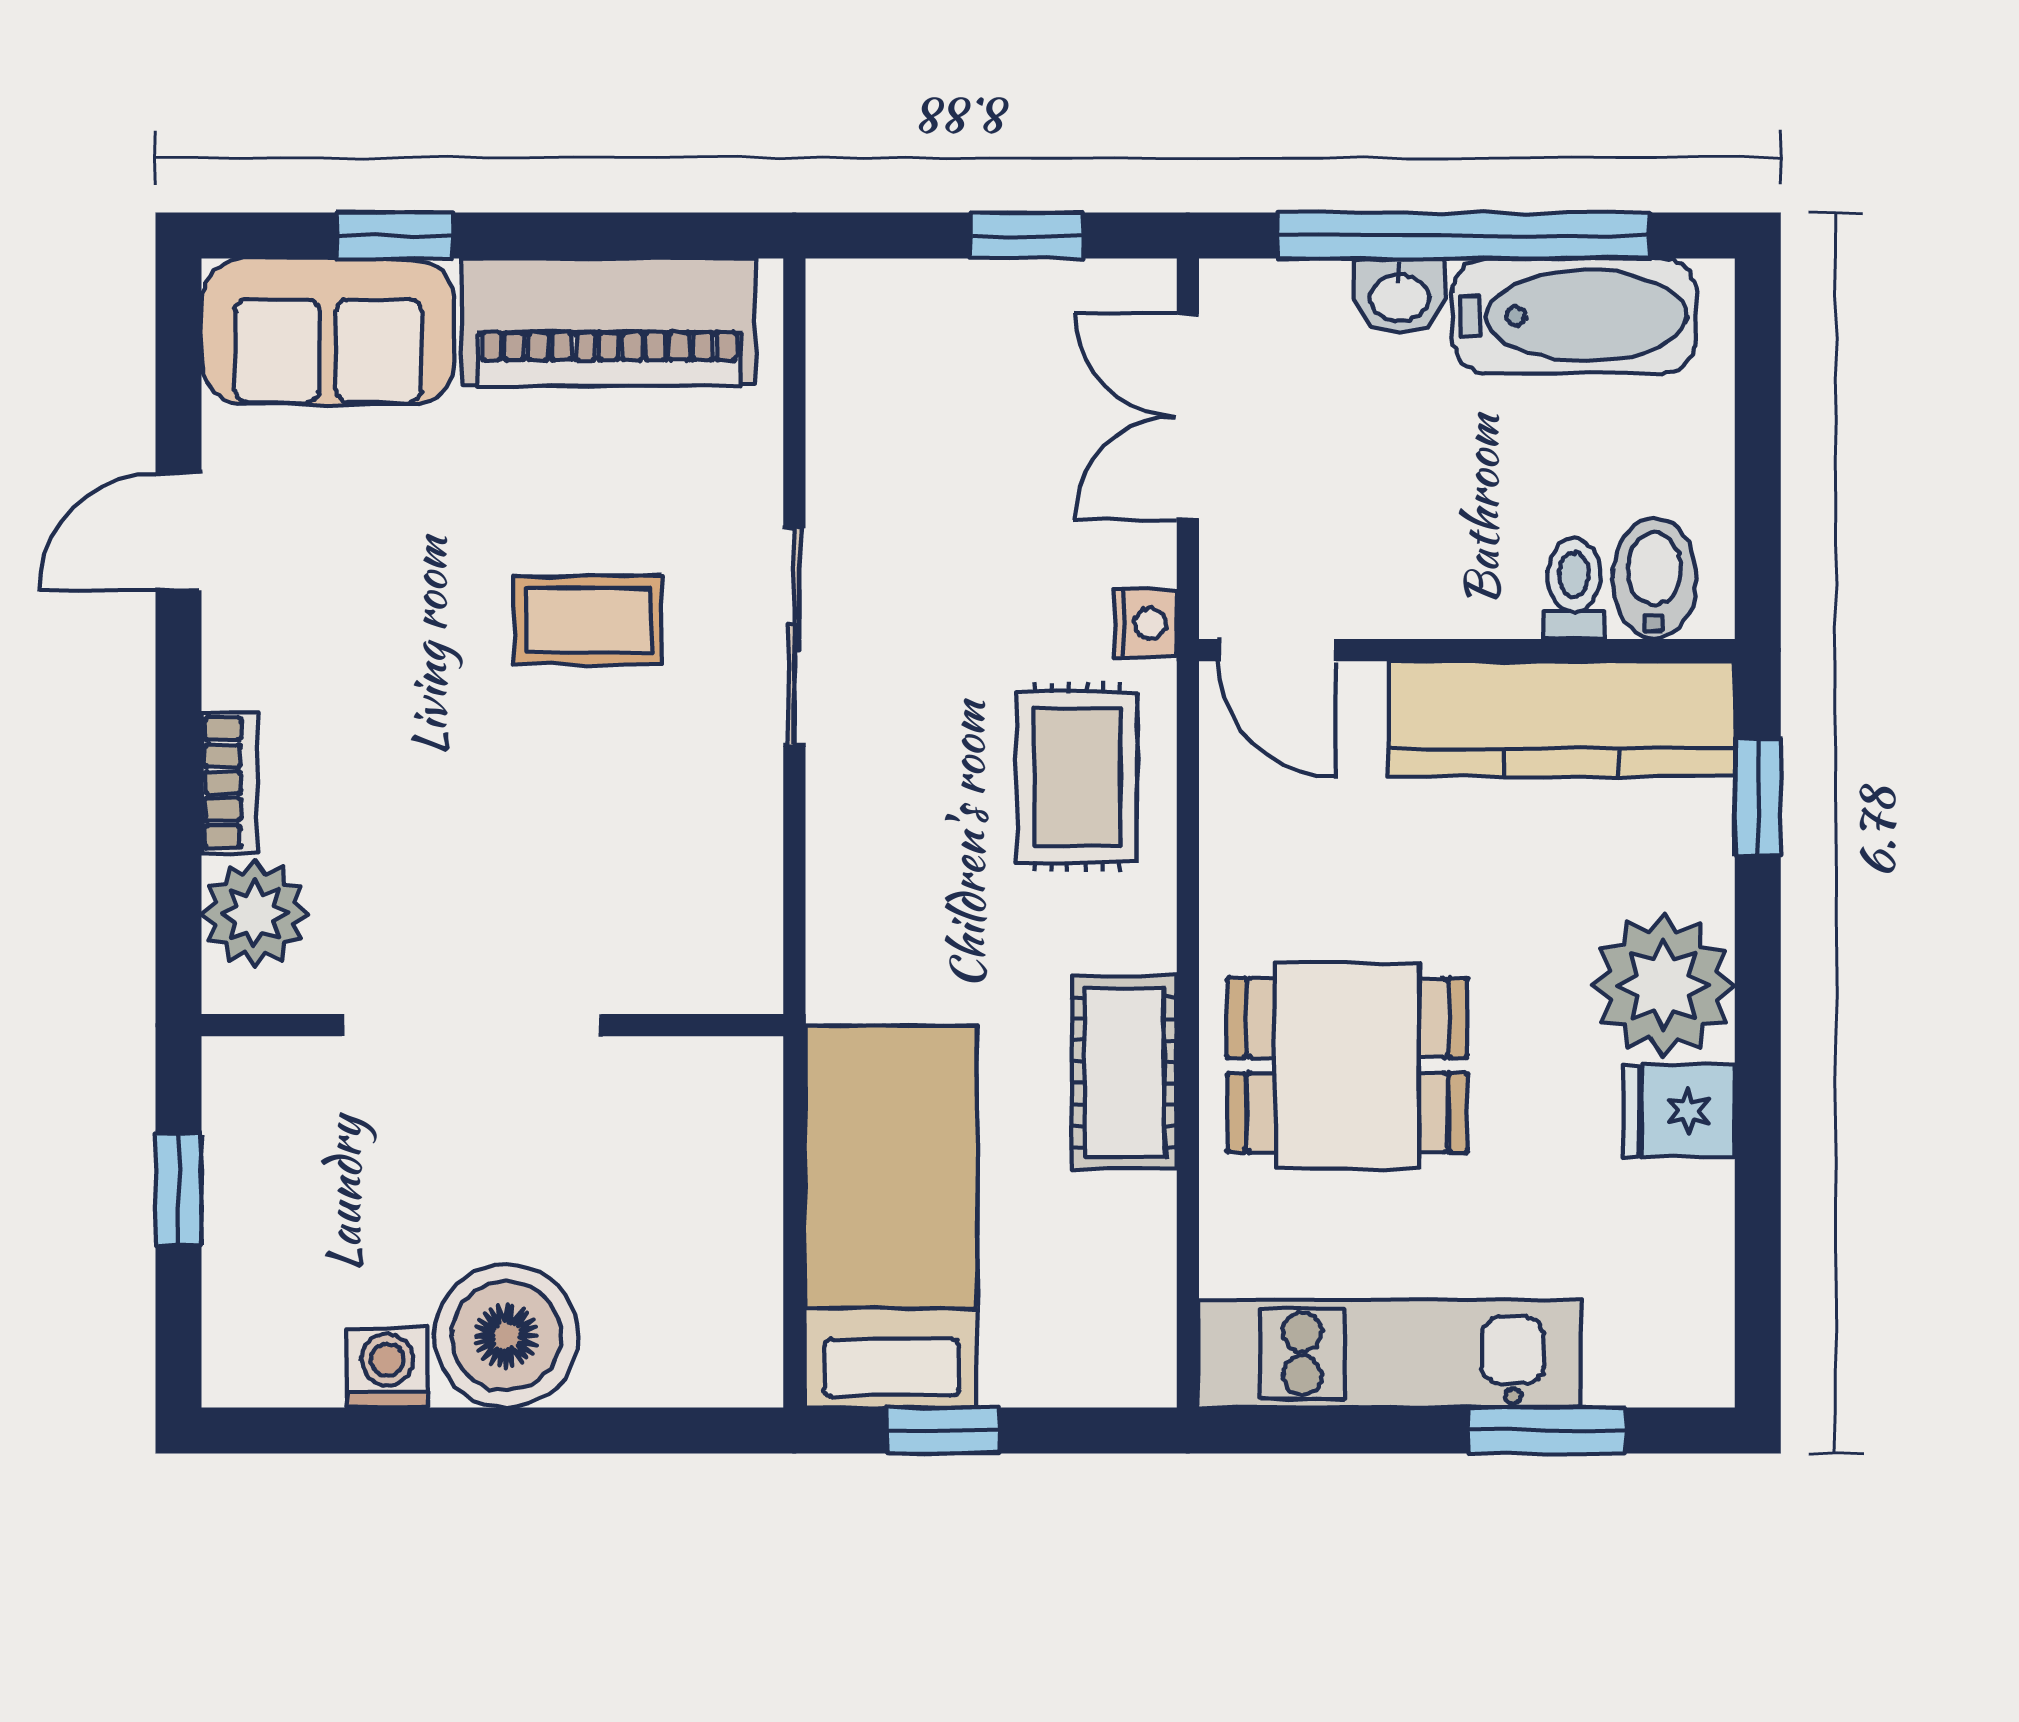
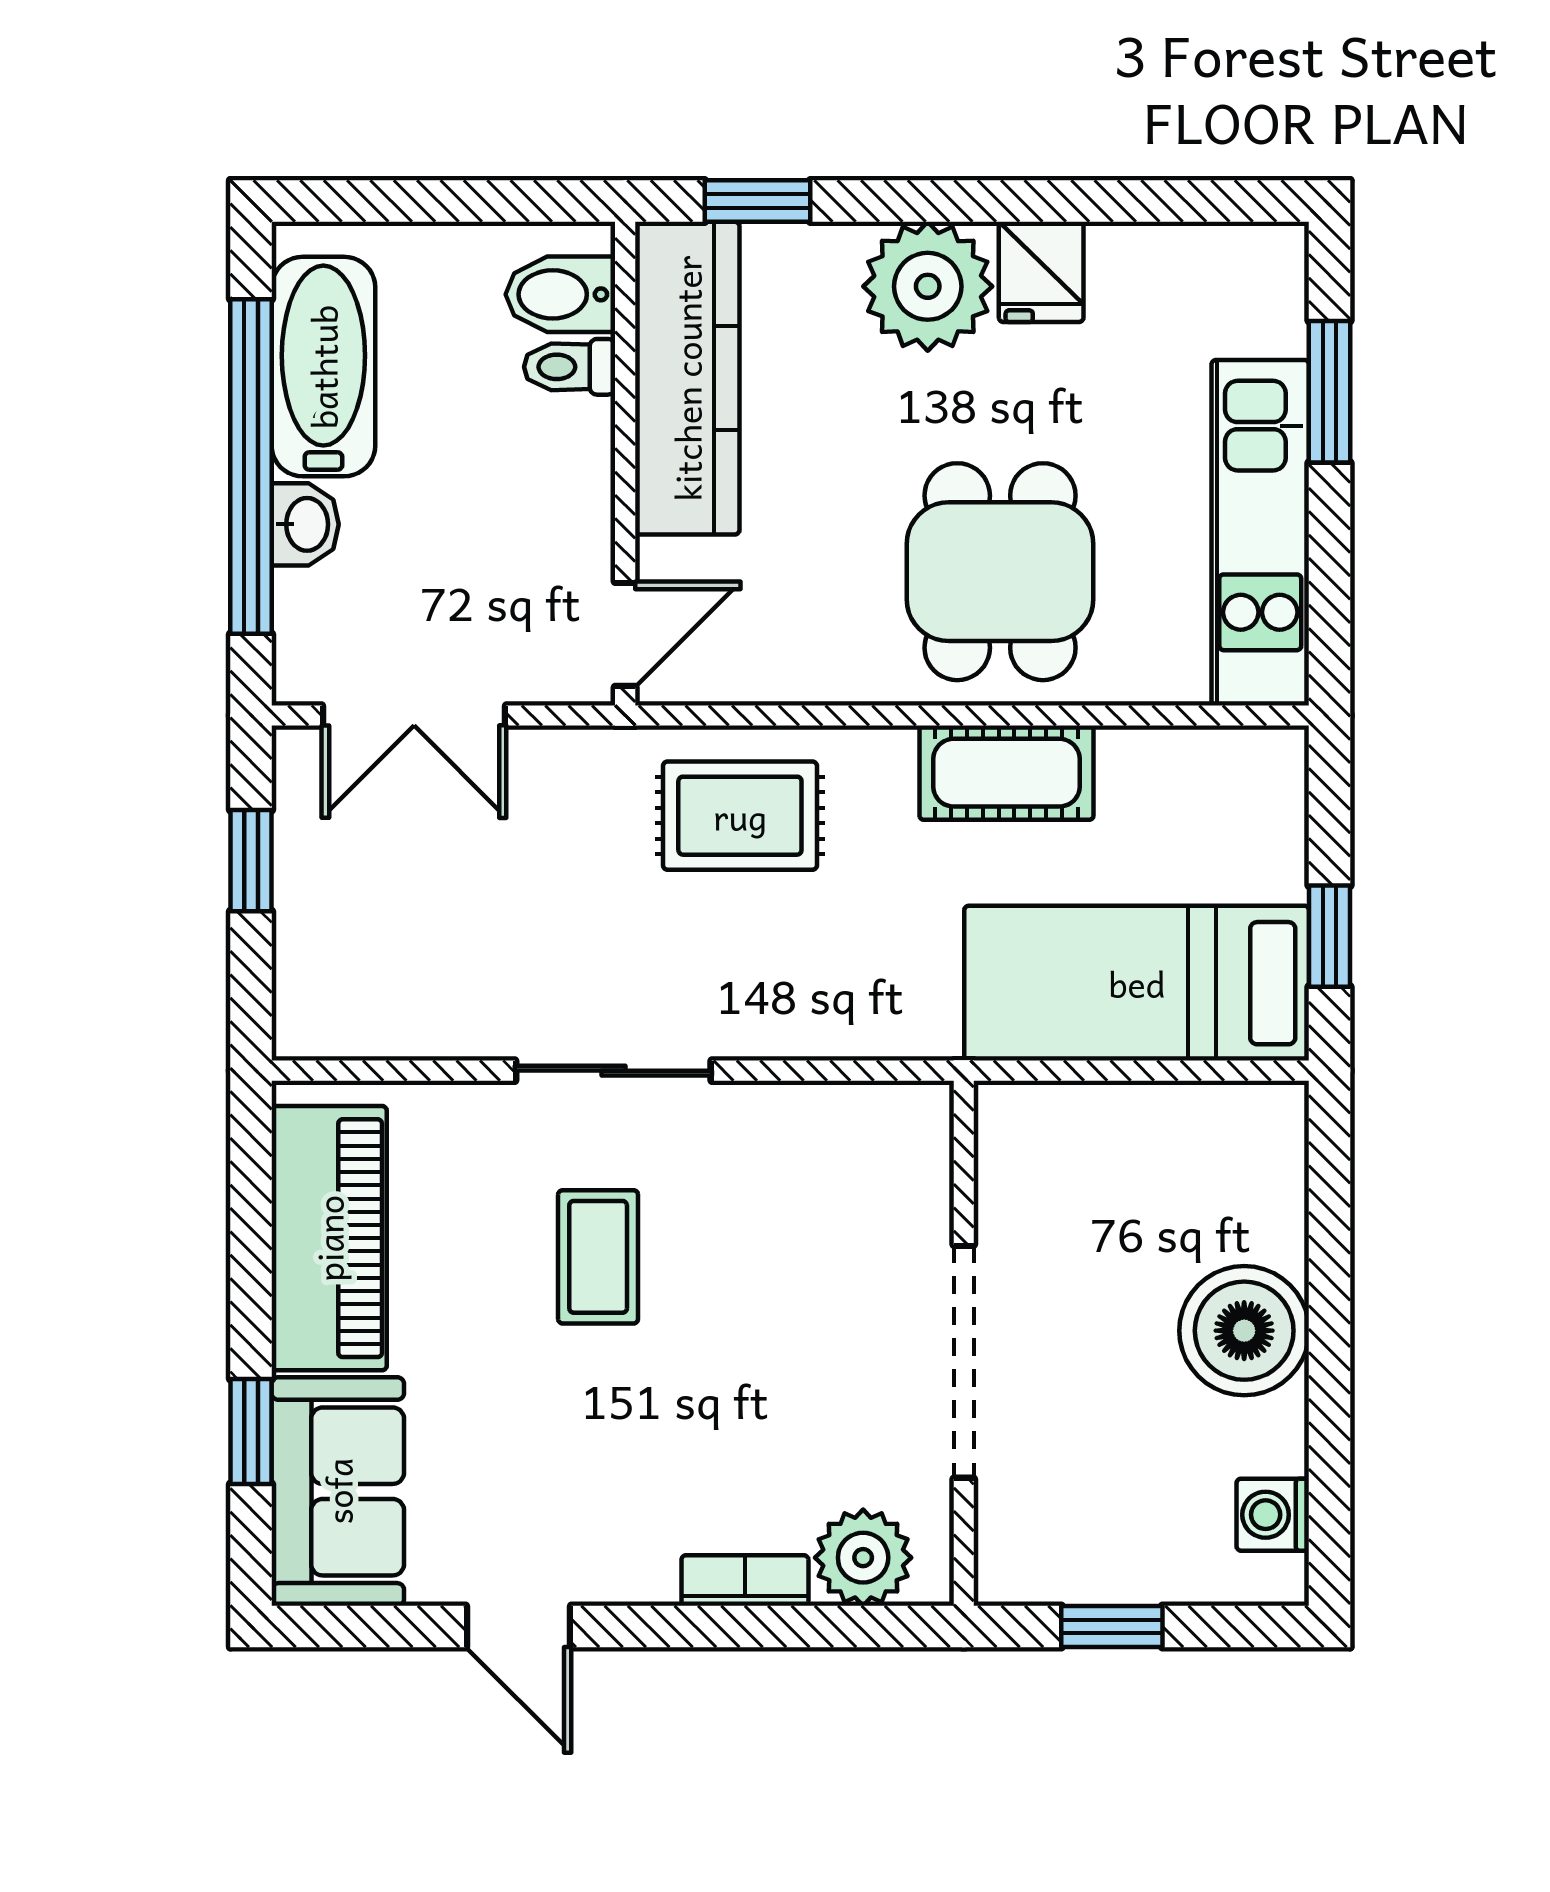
nightstand: (1145, 624) -> (601, 754), removed
washing machine: (387, 1368) -> (1273, 1515), moved

